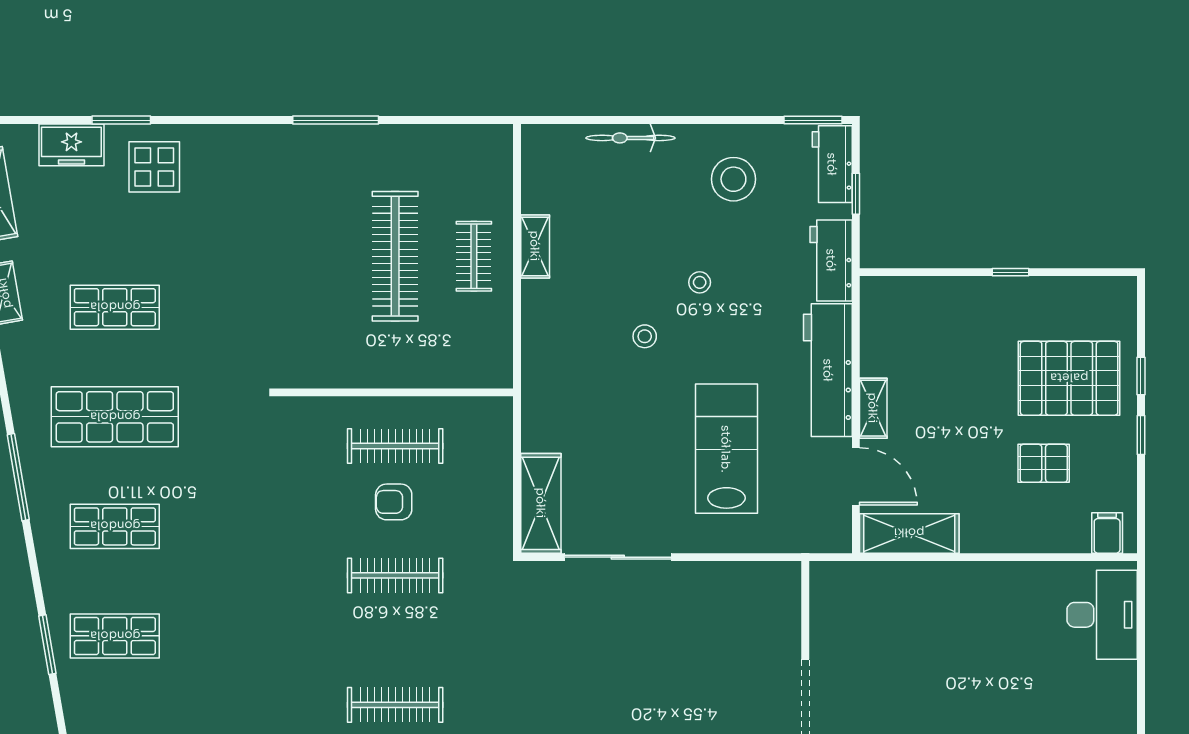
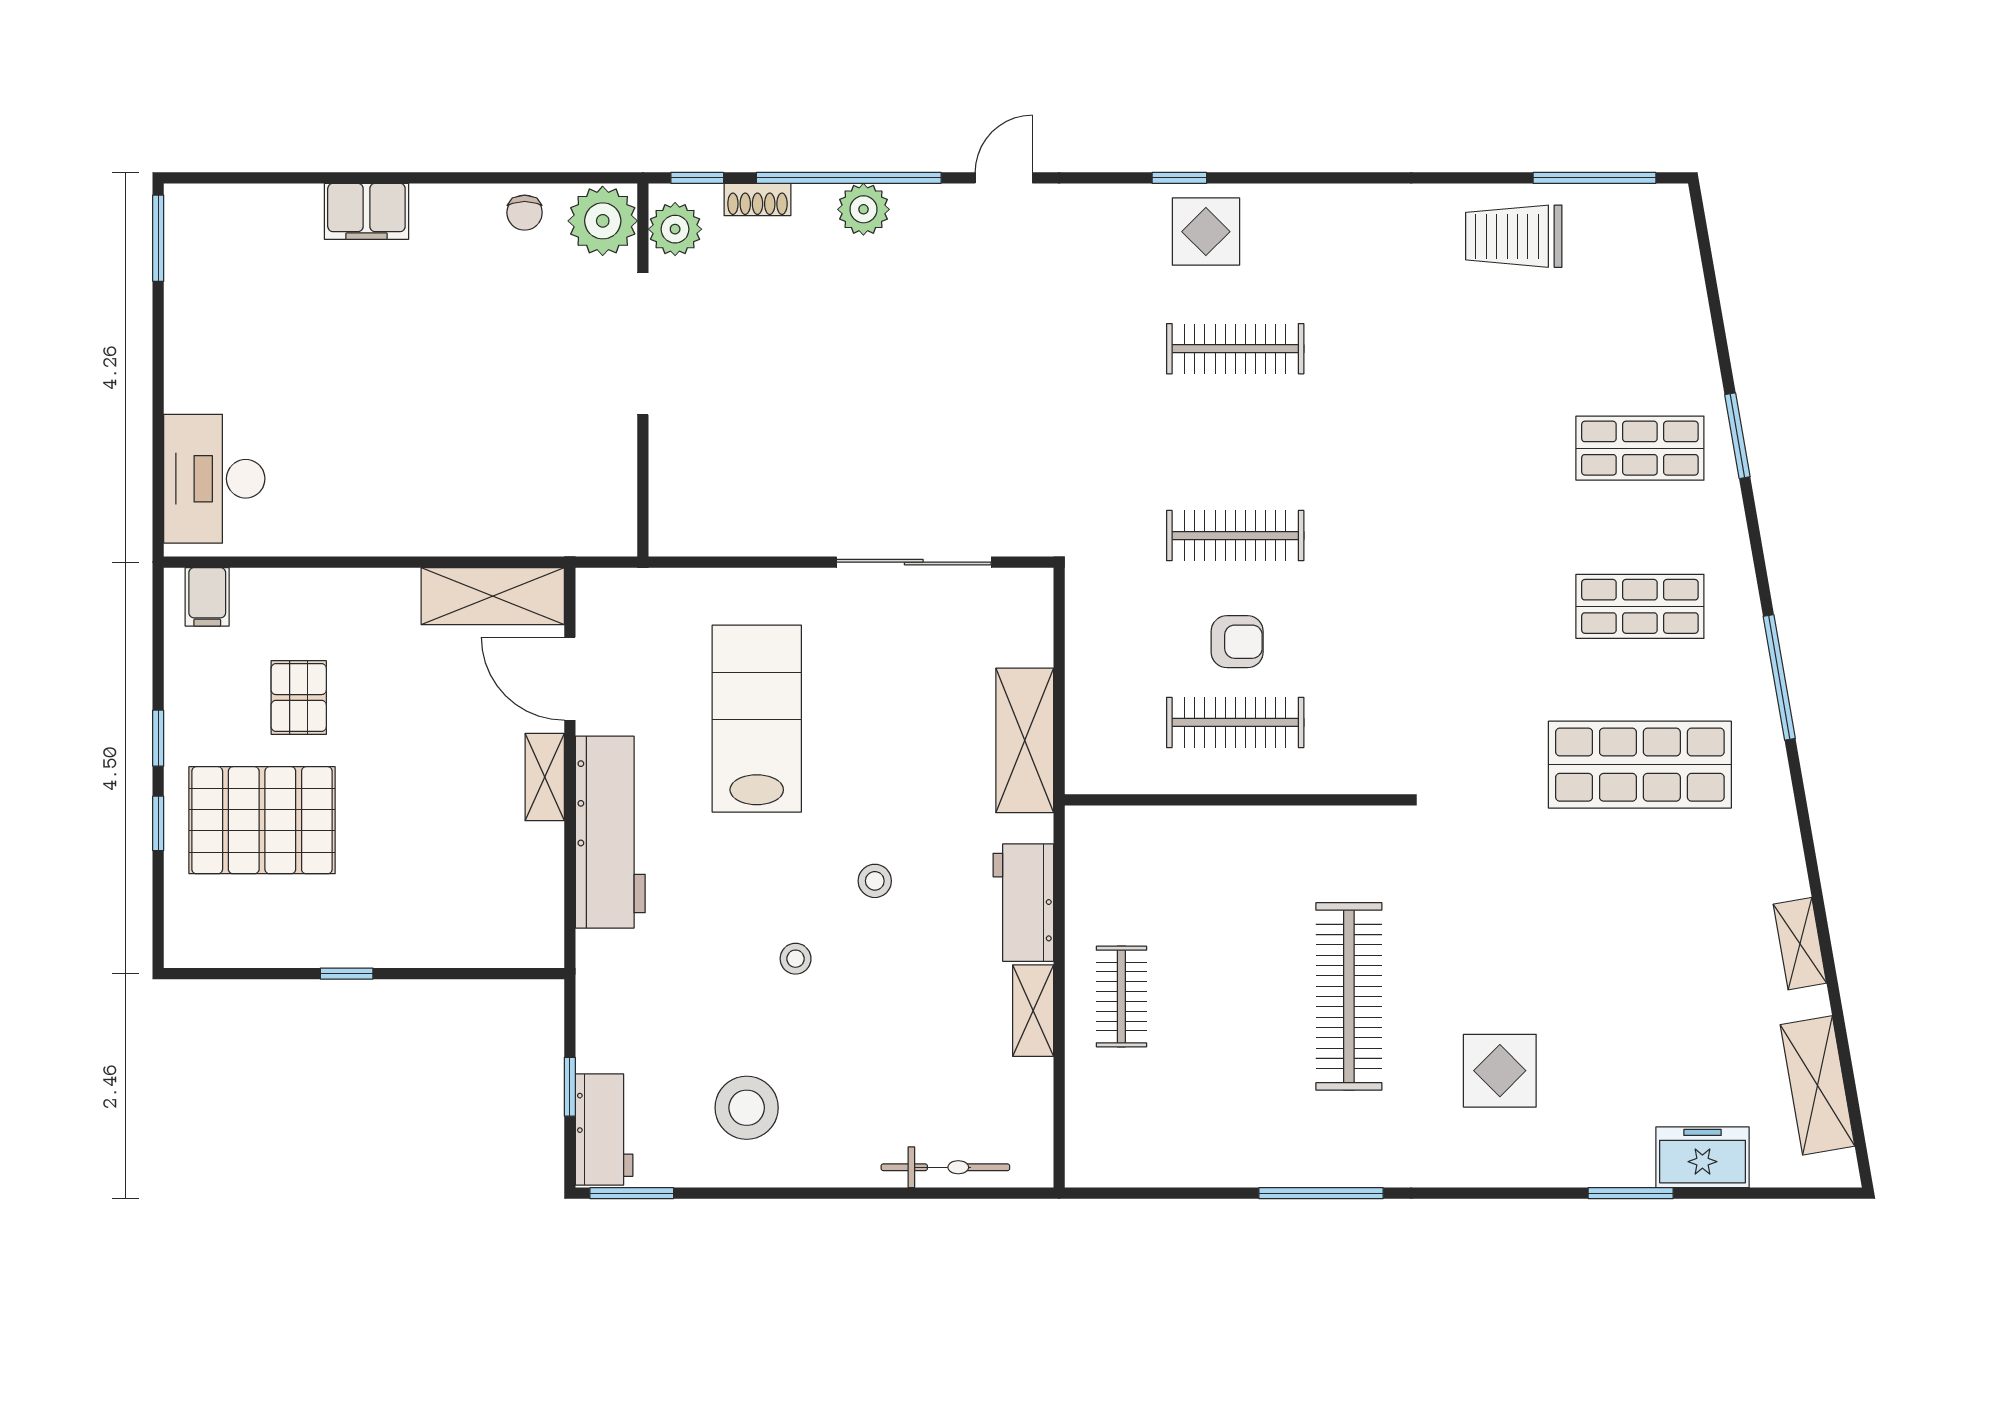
bicycle: (631, 138) -> (945, 1167), moved
display table: (154, 167) -> (1500, 1071), moved
clothes rail: (395, 256) -> (1349, 996), moved
workbench: (831, 260) -> (1023, 903), moved, turned 180
shop shelf: (115, 307) -> (1640, 923), removed
lab bench: (726, 449) -> (757, 719), turned 180
pallet: (1044, 463) -> (299, 697), turned 90
shelving: (541, 503) -> (1025, 740), moved

